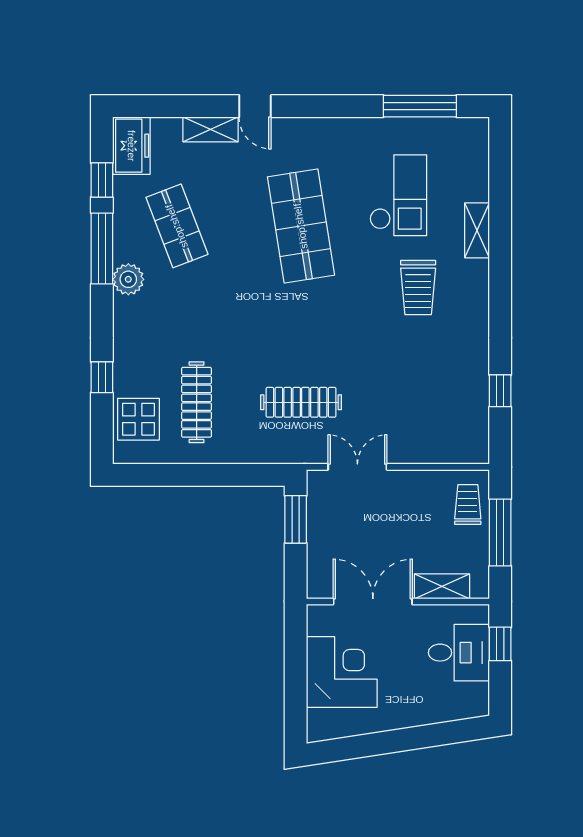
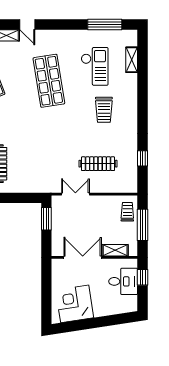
shelving: (477, 230) -> (132, 60), moved
clothes rail: (301, 402) -> (98, 164), moved
corner desk: (342, 672) -> (75, 304), moved, turned -99

